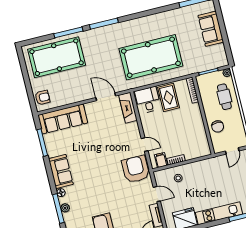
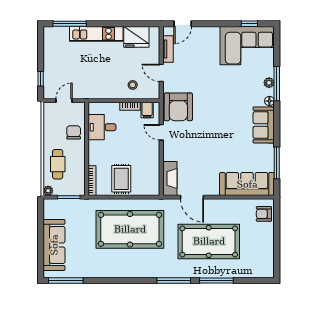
sofa: (211, 29) -> (54, 245), width x1.36
pool table: (57, 57) -> (209, 241), moved
desk: (148, 100) -> (102, 127), moved, turned 90

